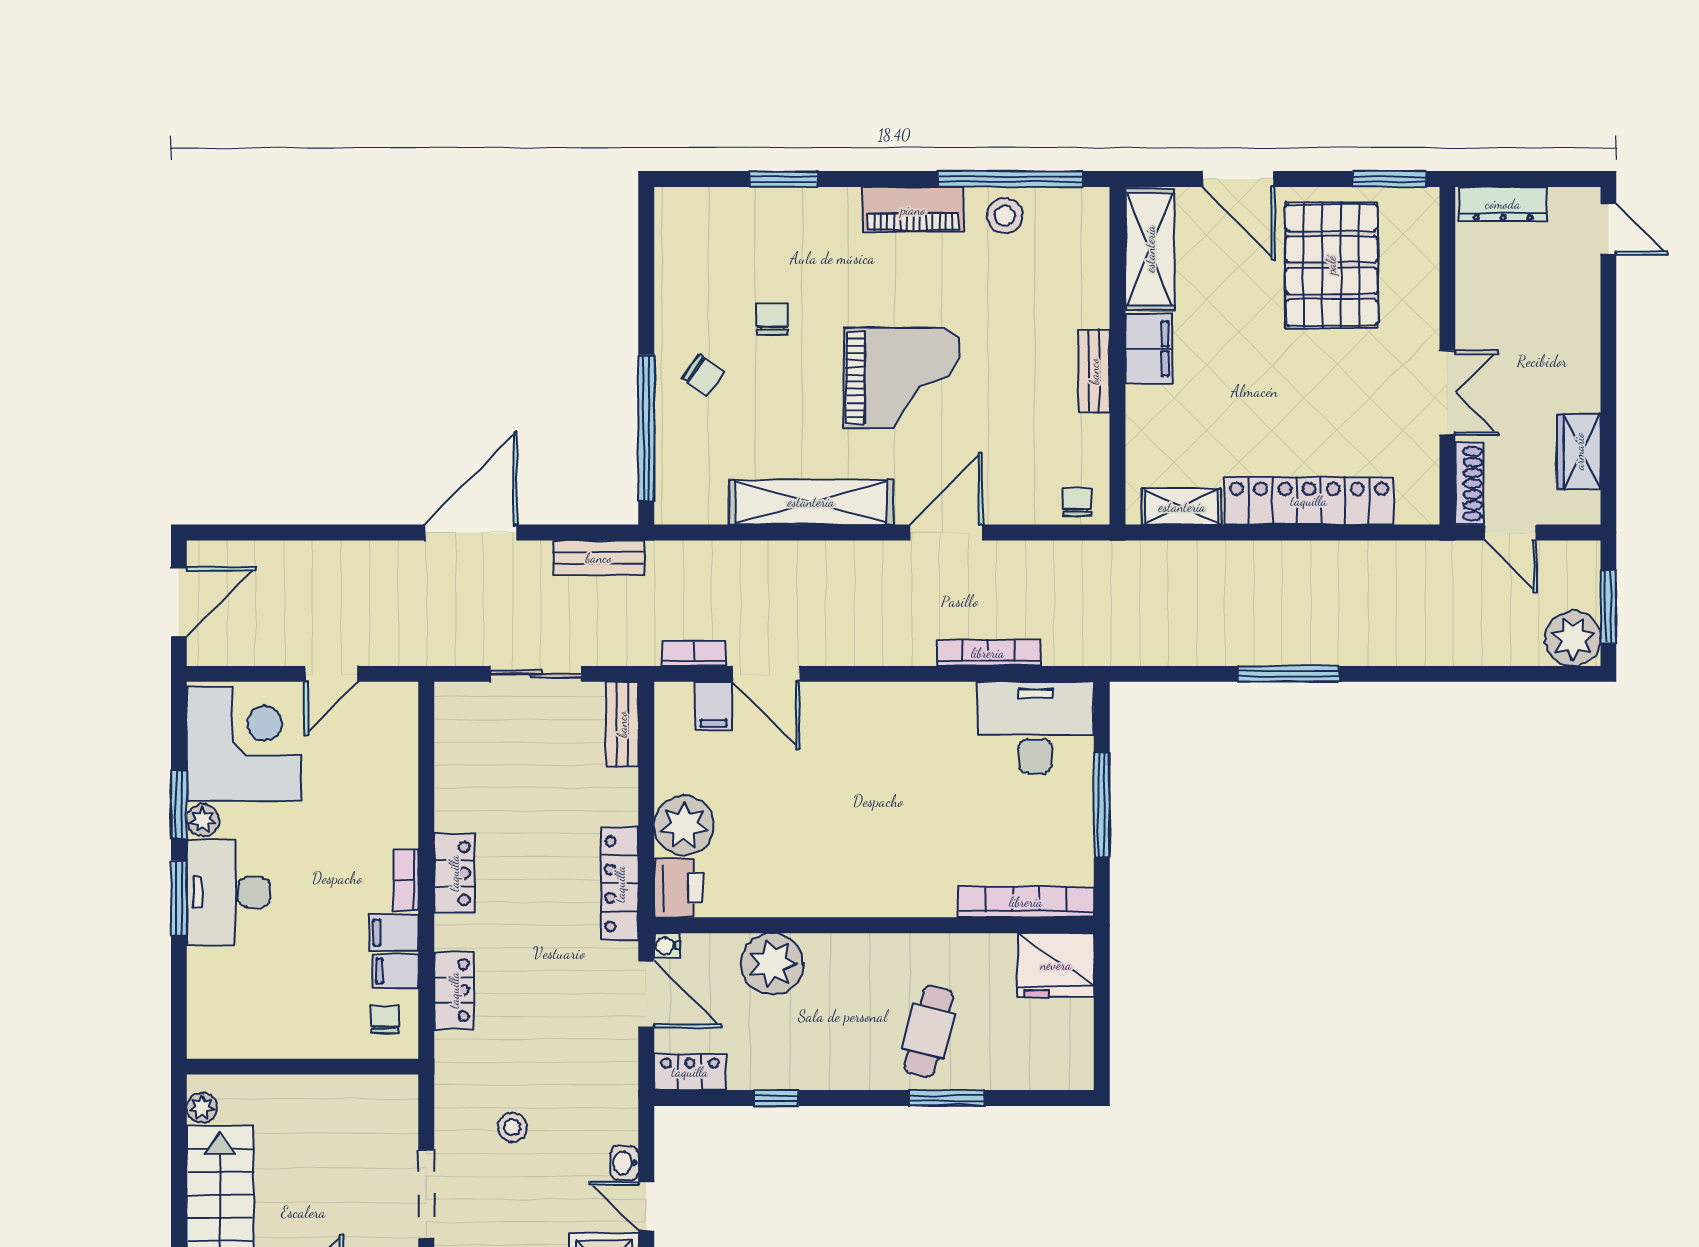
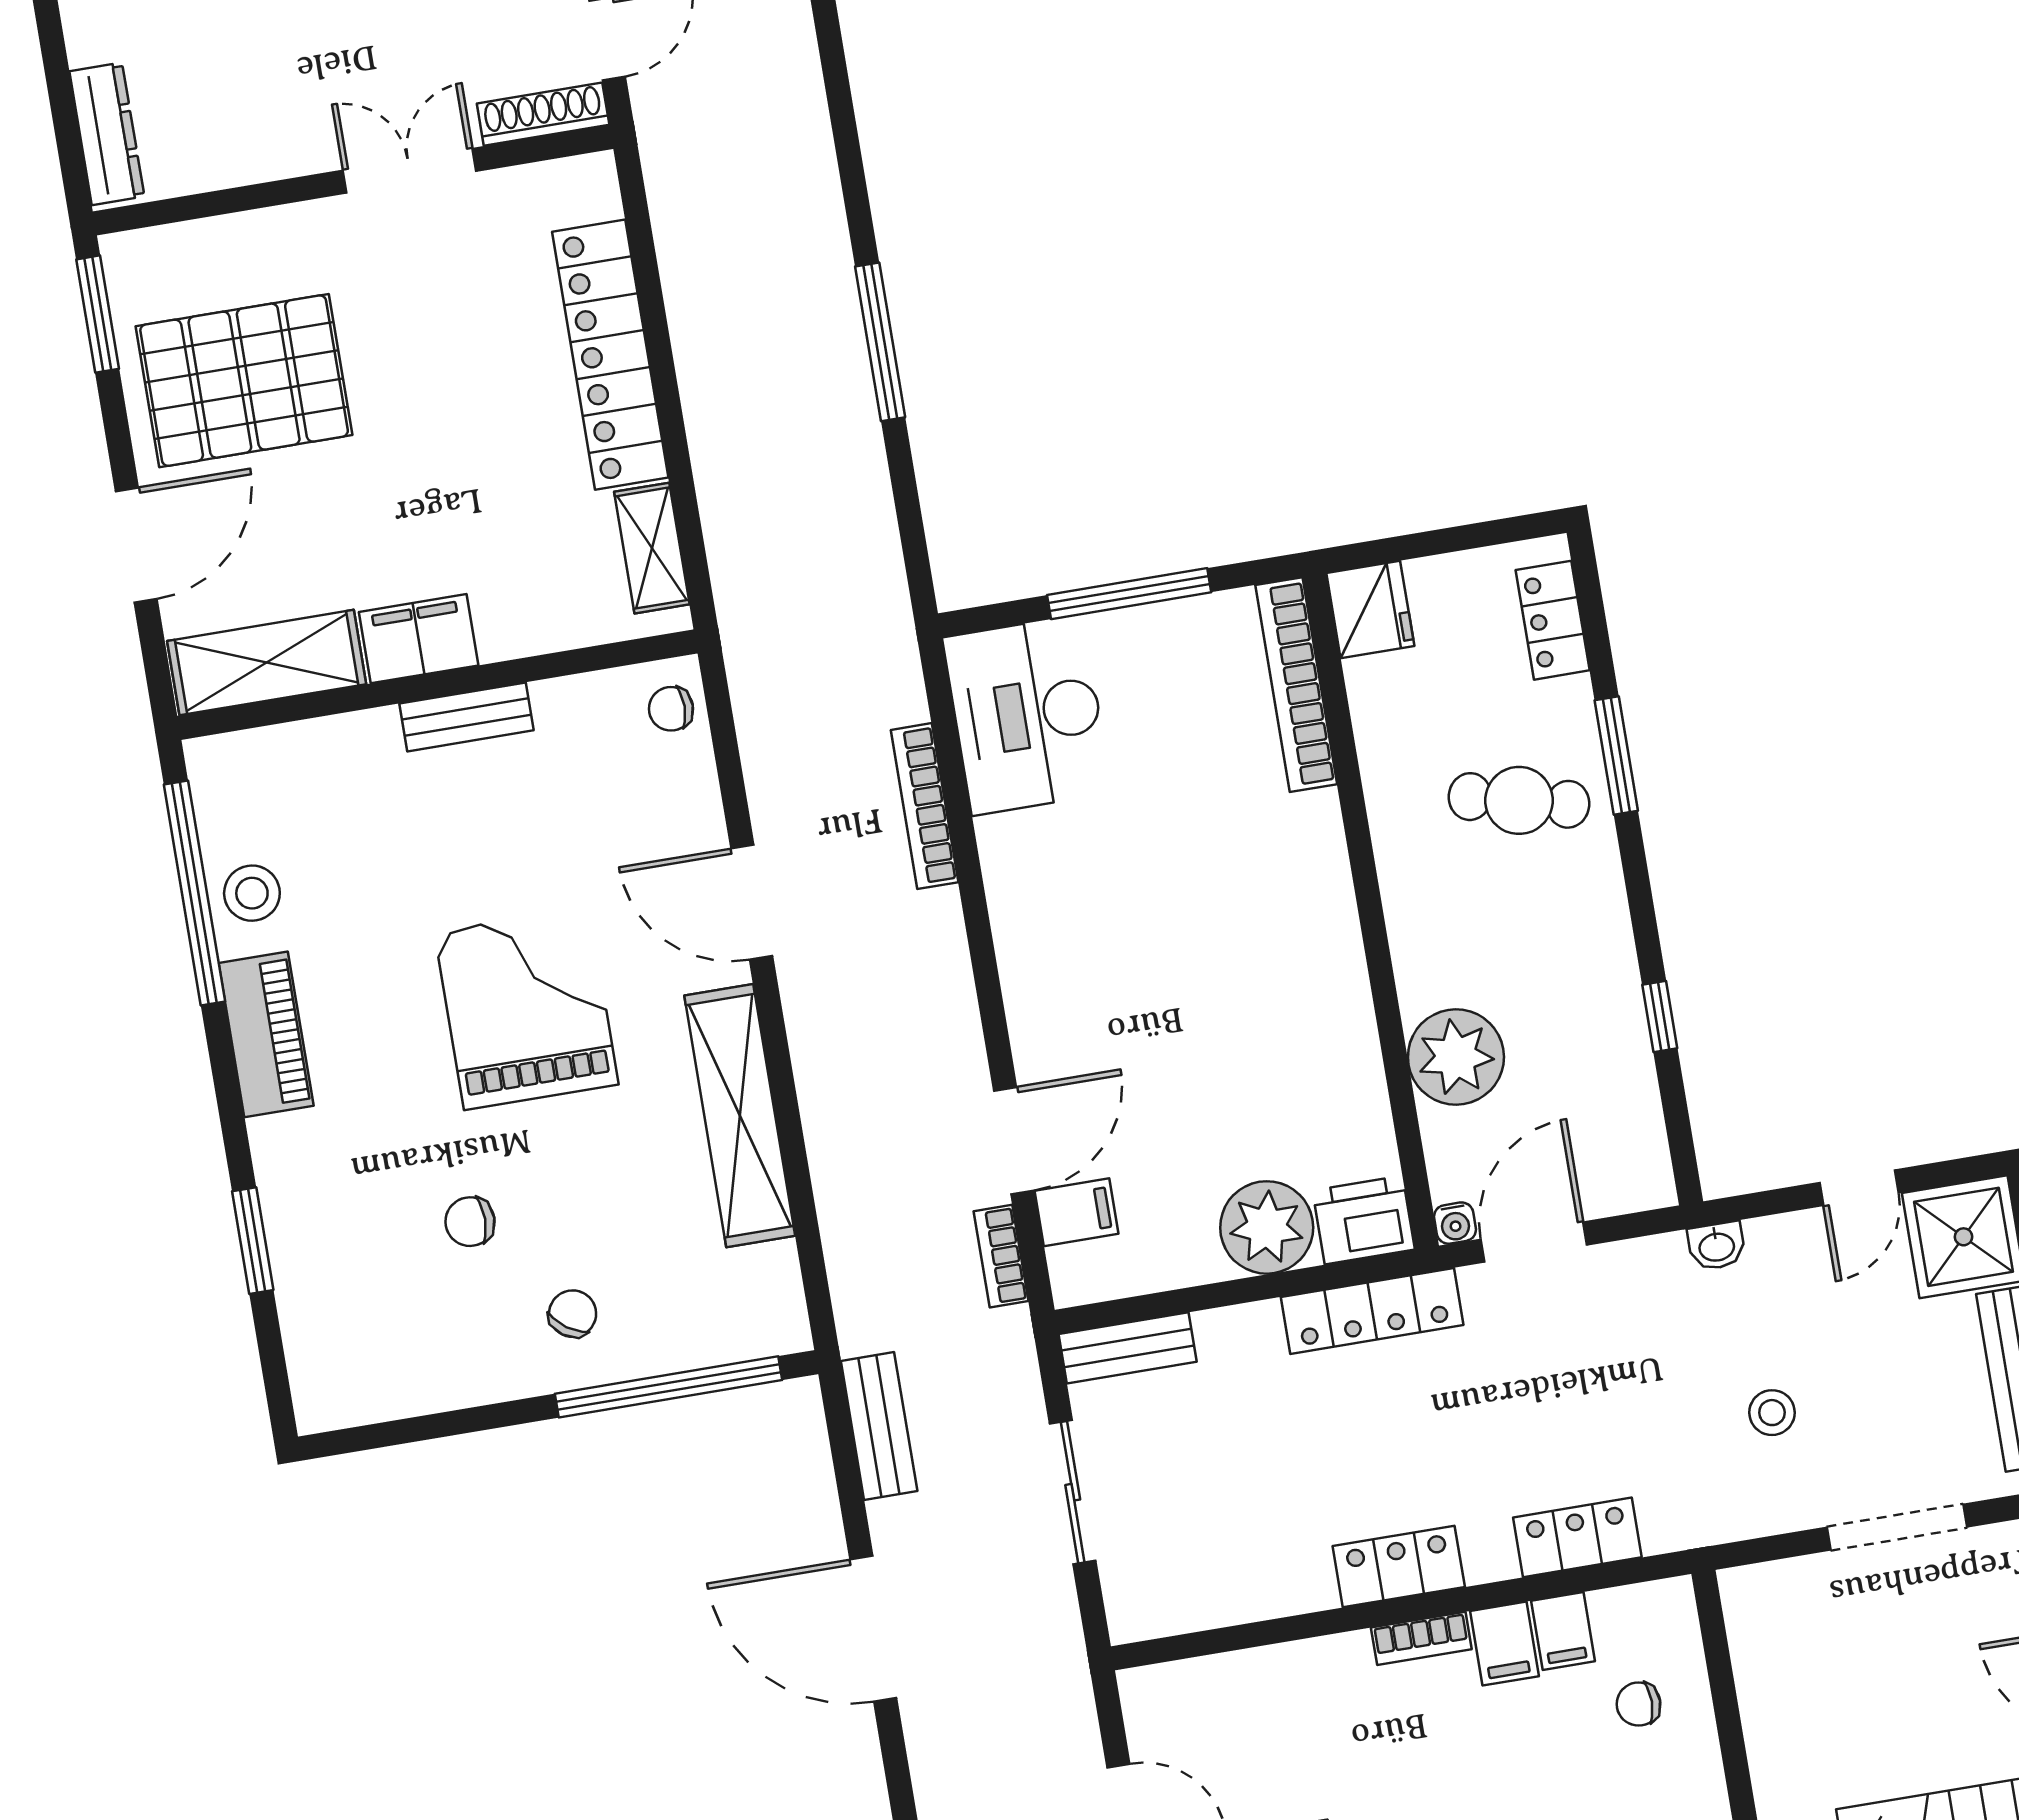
fridge: (1056, 965) -> (1370, 610), width x0.73, depth x0.75
chair: (385, 1019) -> (1639, 1704), moved
locker: (690, 1072) -> (1553, 620), moved
washbasin: (624, 1163) -> (1717, 1246), moved

